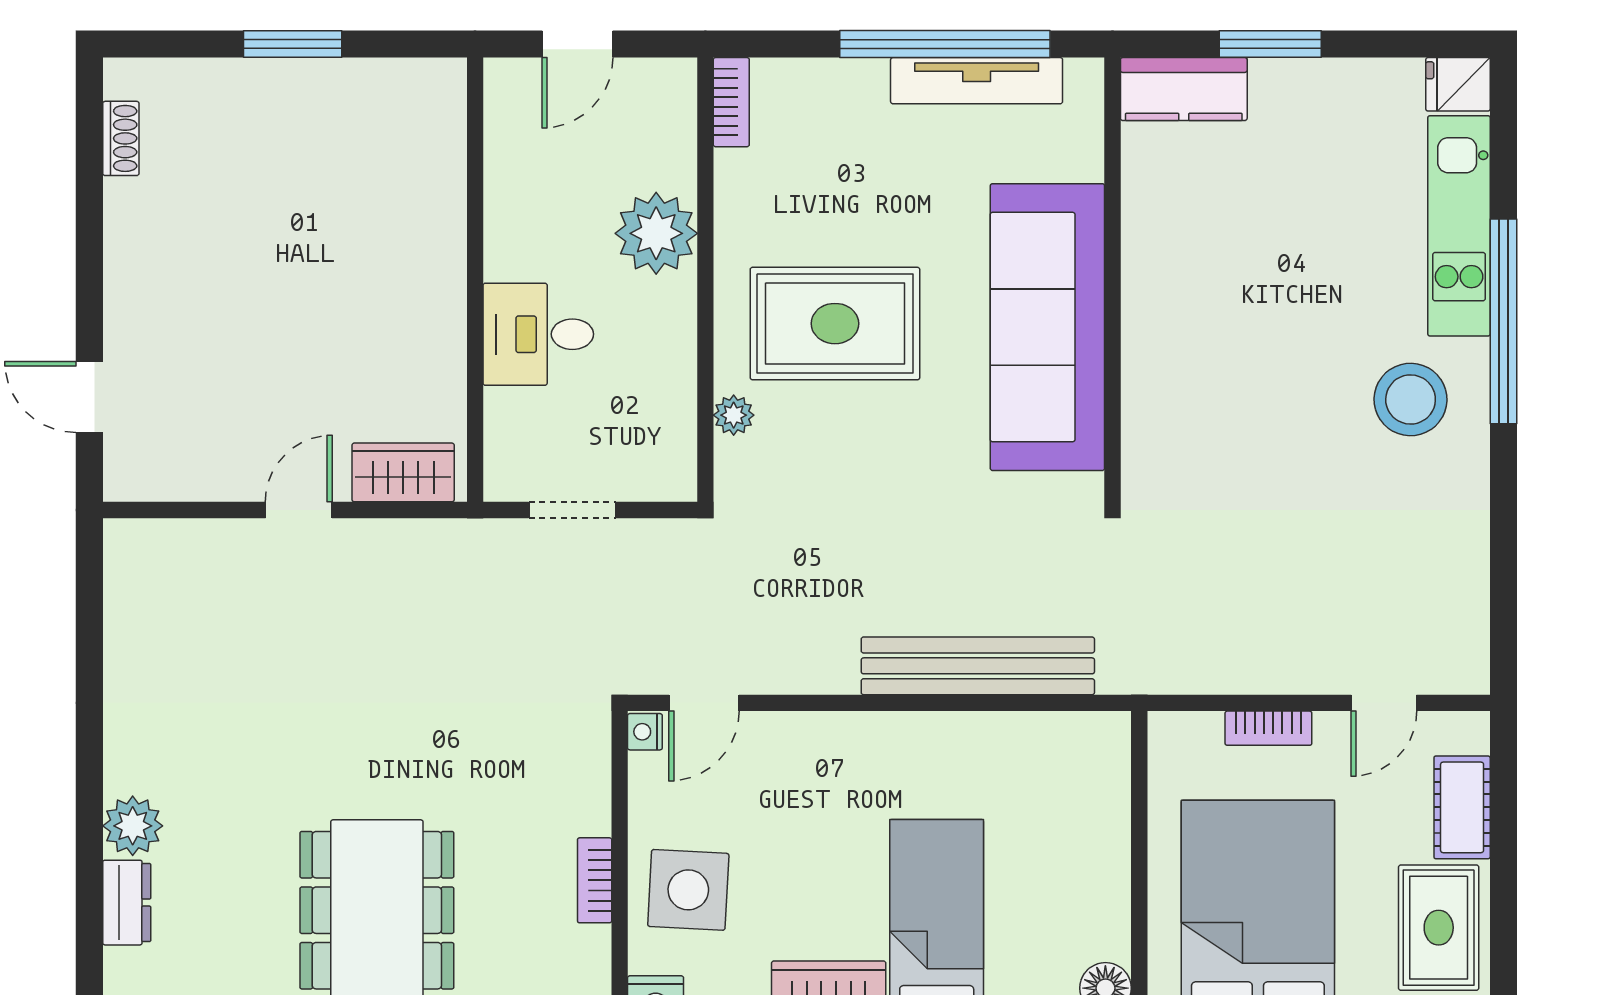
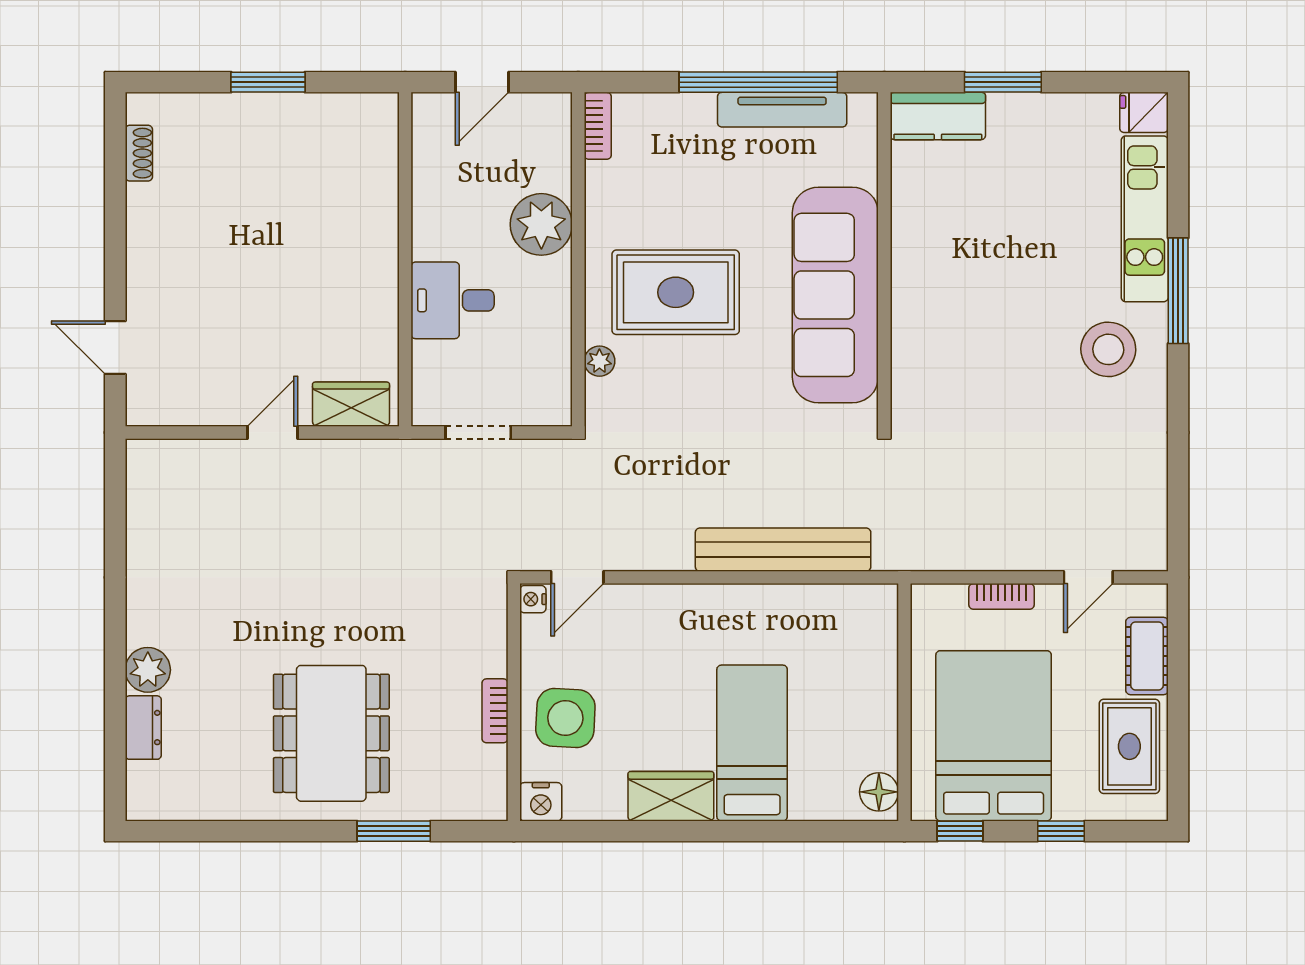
window: (1504, 321) -> (1178, 291), width x0.68

